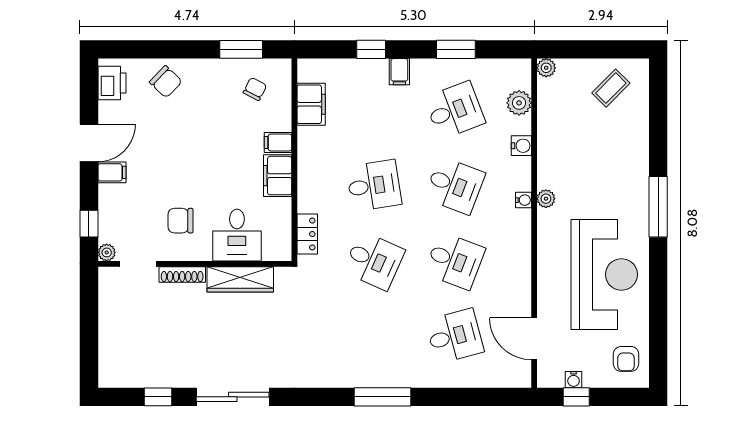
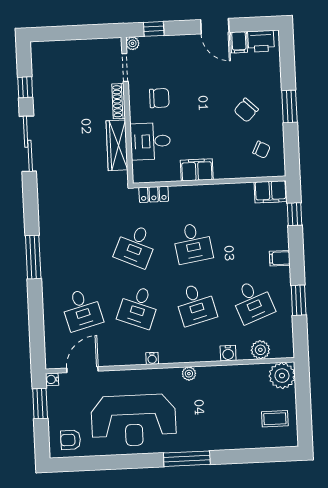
window: (241, 49) -> (289, 106), moved
window: (371, 49) -> (294, 214), moved
plant: (546, 68) -> (282, 376), width x1.87, depth x1.87
chair: (166, 82) -> (246, 110), moved
coffee table: (611, 88) -> (275, 419), turned -45
filing cabinet: (311, 104) -> (271, 192), moved
filing cabinet: (278, 143) -> (222, 169), removed
filing cabinet: (112, 172) -> (239, 42), moved
desk: (455, 186) -> (196, 304), turned -36
water cooler: (524, 200) -> (152, 358), moved
chair: (181, 221) -> (159, 98), turned 90
water cooler: (574, 380) -> (52, 379), moved
window: (576, 397) -> (40, 404), width x1.50

